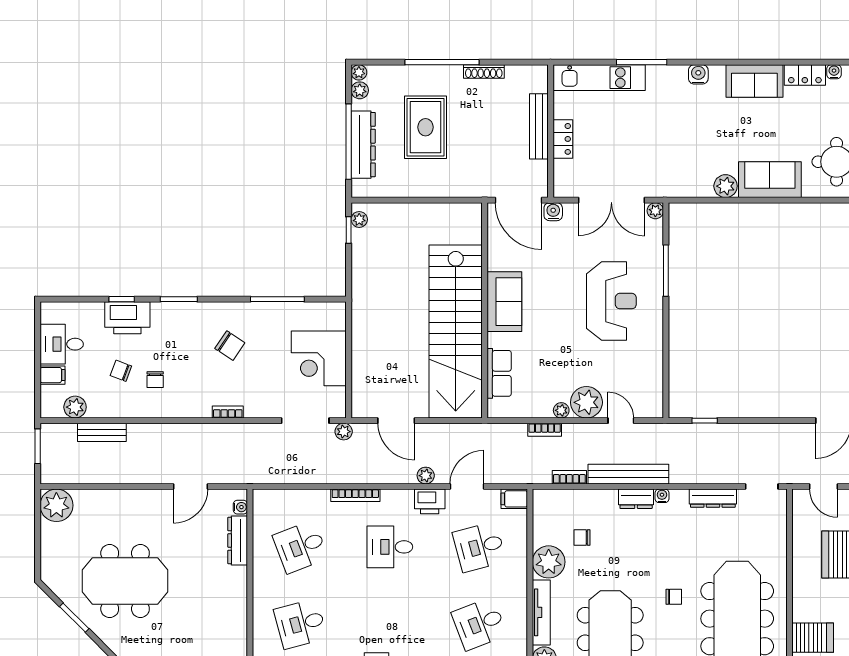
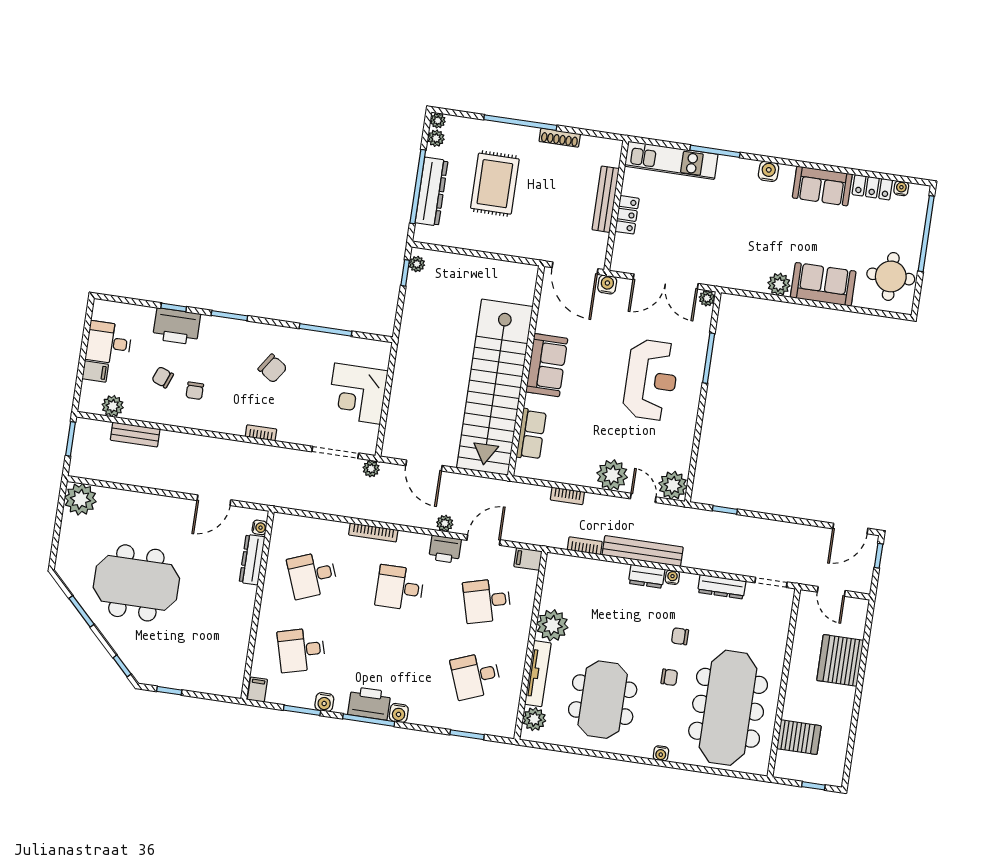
plant: (561, 410) -> (673, 485), moved, width x1.88, depth x1.88
chair: (582, 537) -> (680, 636), moved

